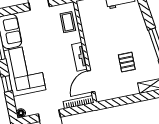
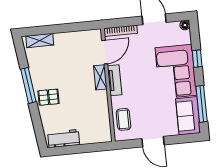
shelving: (93, 58) -> (100, 77), added
pallet: (127, 62) -> (48, 97), moved, turned 90

